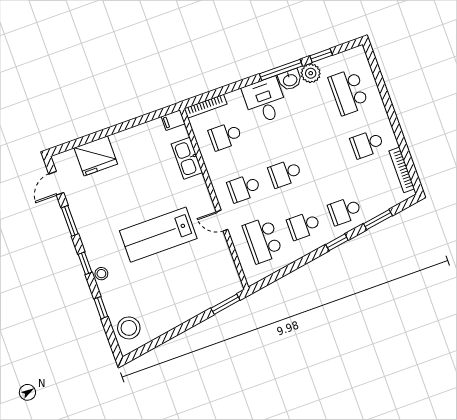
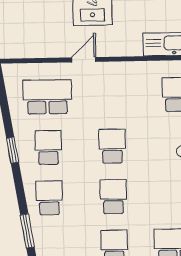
school desk: (244, 188) -> (113, 197), moved
window: (337, 242) -> (12, 150), moved

